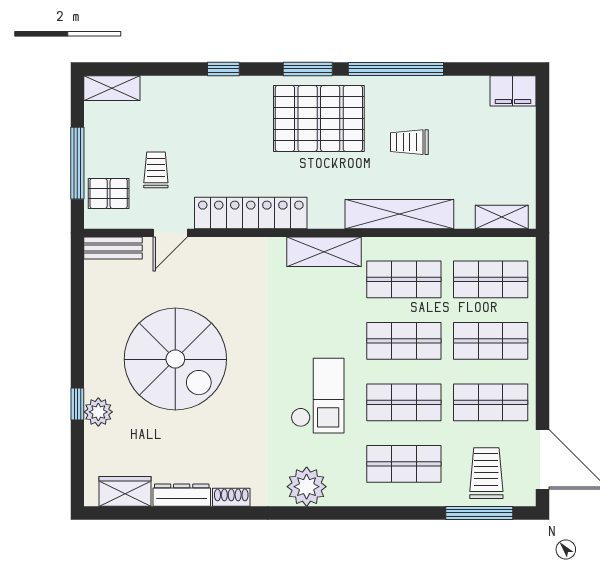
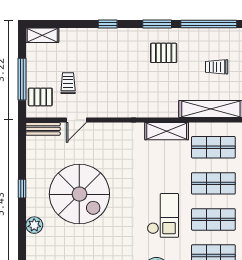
pallet: (319, 118) -> (164, 53), width x0.49, depth x0.50
locker: (251, 213) -> (124, 108), removed
window: (77, 404) -> (22, 189), moved

